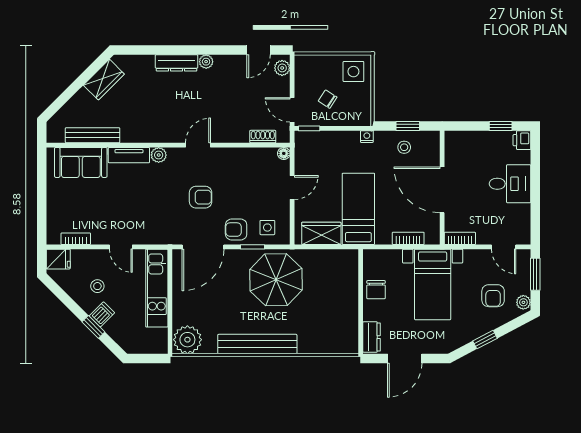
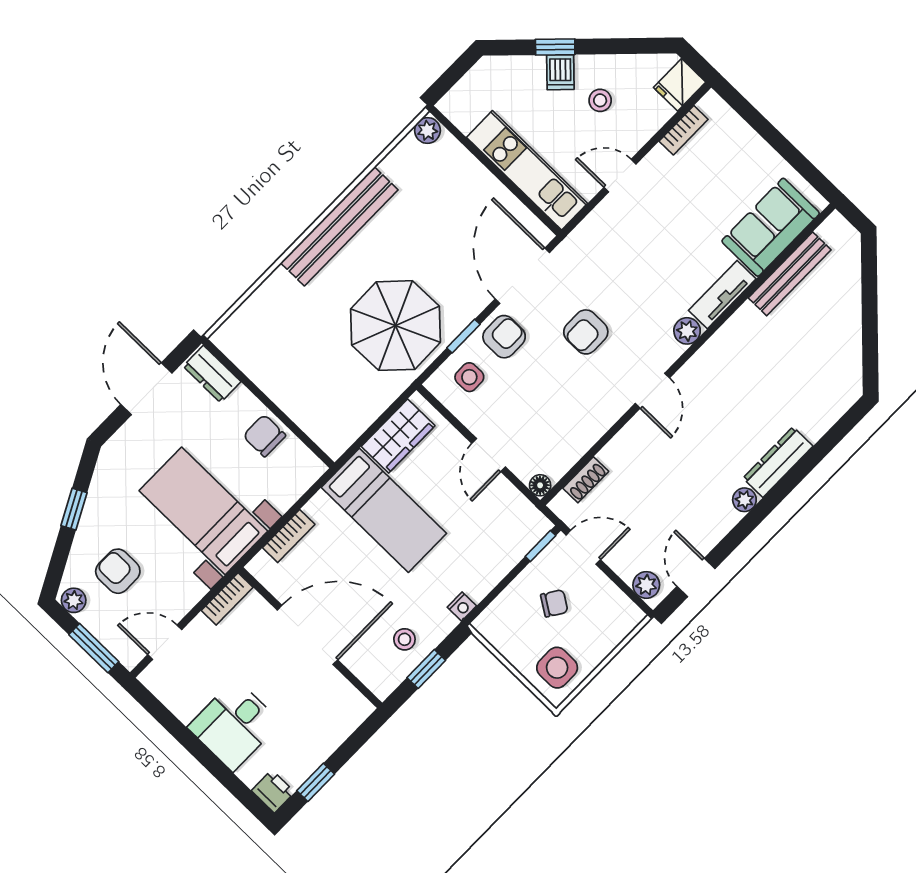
wardrobe: (104, 80) -> (844, 354), removed
plant: (187, 340) -> (427, 130), width x0.53, depth x0.53

